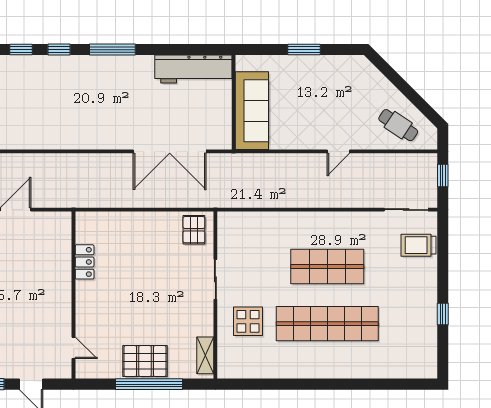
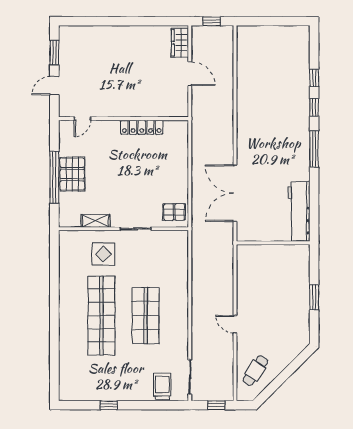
sofa: (252, 111) -> (267, 257), removed
locker: (85, 262) -> (142, 127), width x1.53
shelving: (205, 355) -> (96, 221), moved

